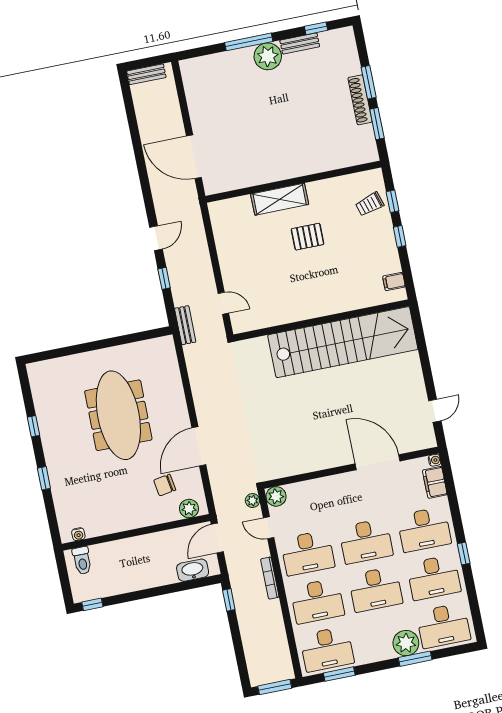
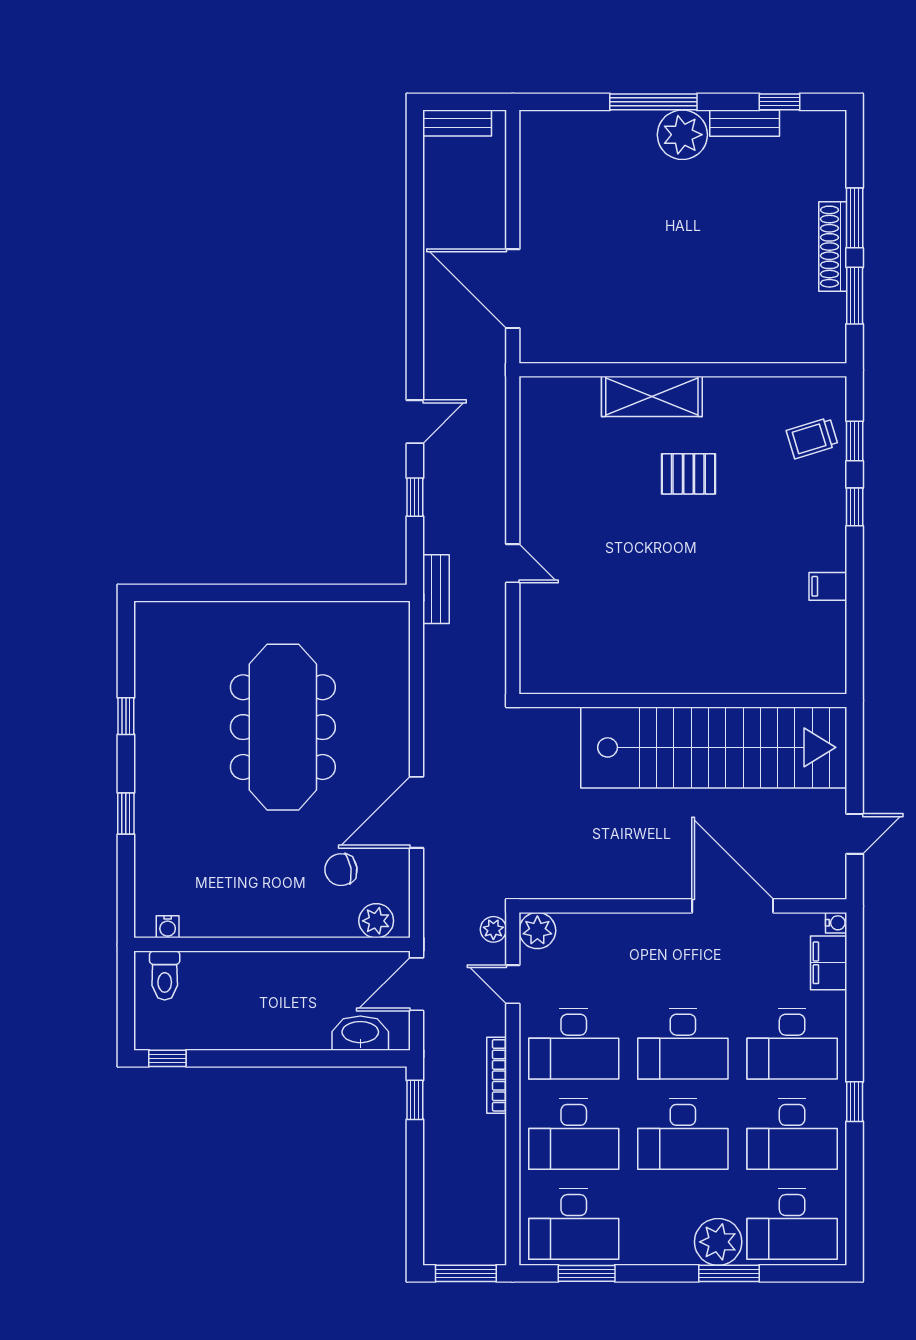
wall: (321, 320) -> (683, 700), moved
stairs: (343, 342) -> (714, 747), moved

